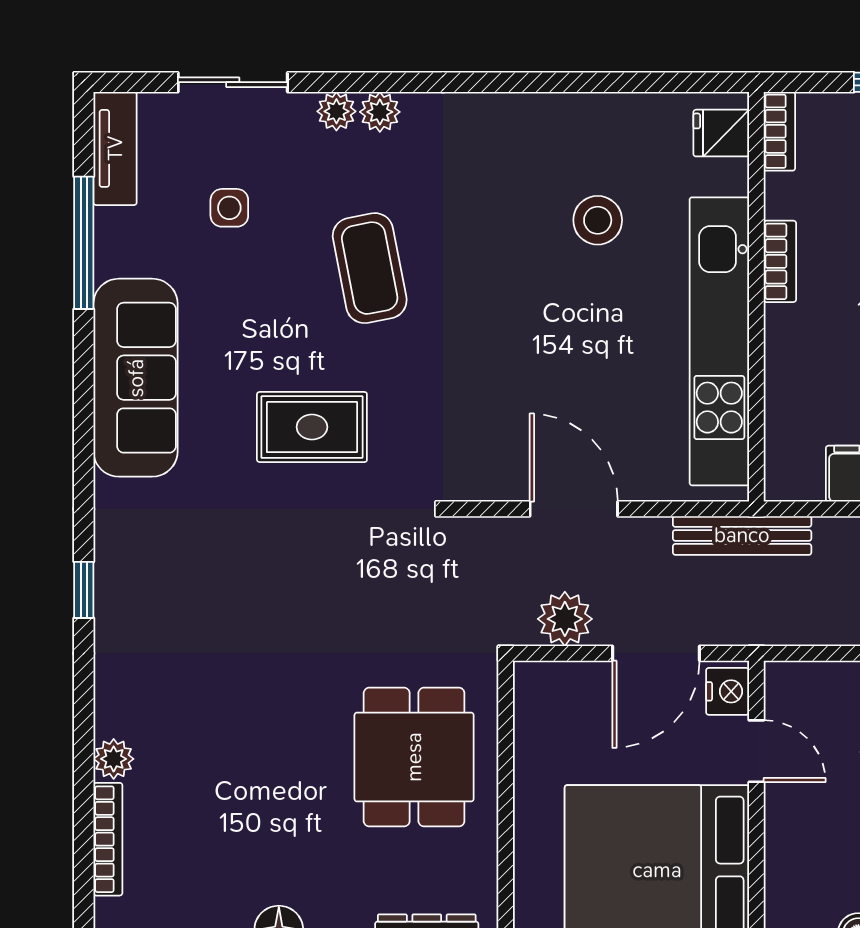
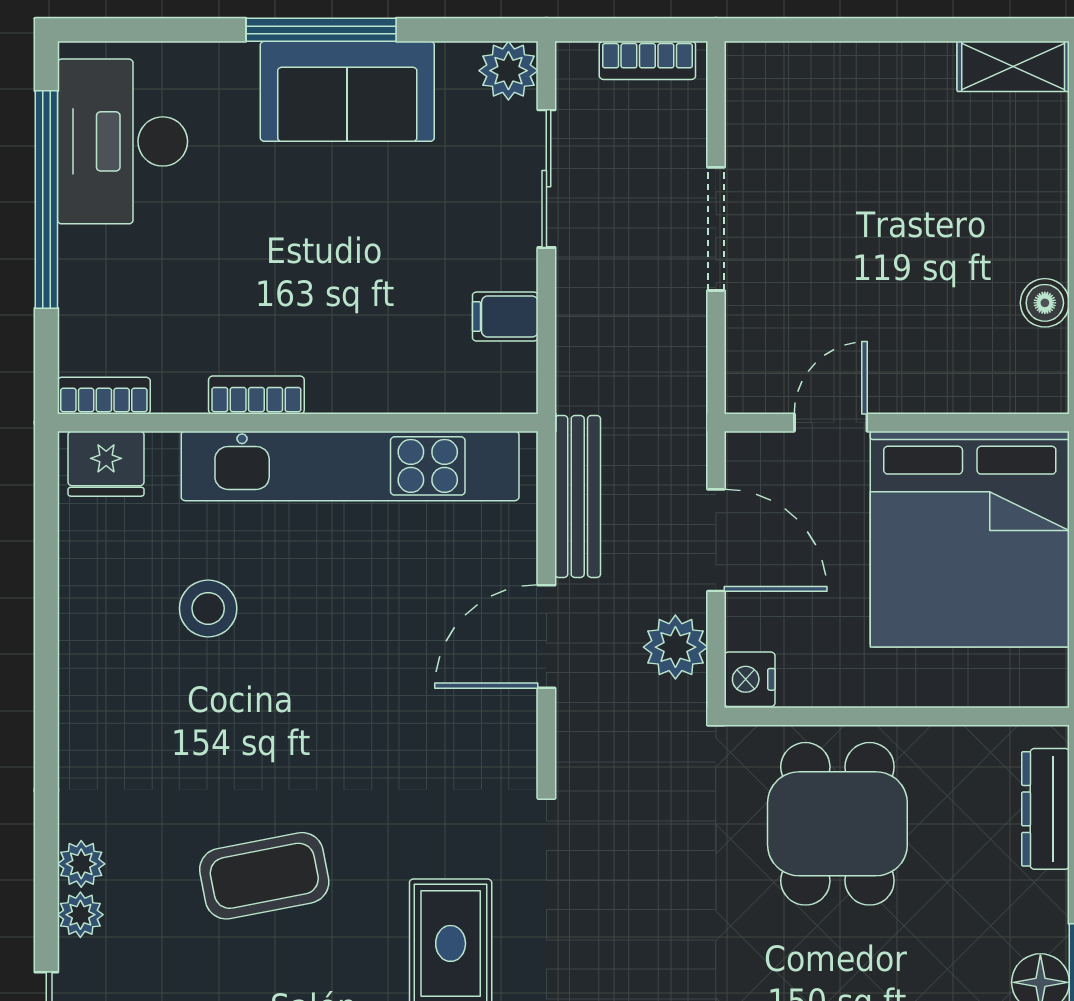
fridge: (721, 133) -> (106, 464), width x1.38
bench: (742, 535) -> (578, 496), moved
nightstand: (728, 691) -> (750, 679), moved, turned -90
dining table: (414, 757) -> (837, 824), turned 90

